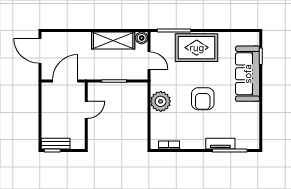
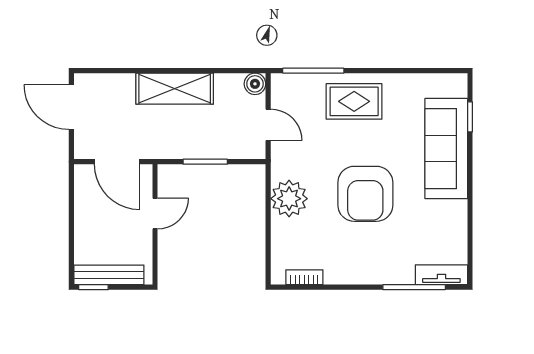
shelving: (113, 41) -> (175, 89), moved
rug: (197, 48) -> (354, 101), width x0.73, depth x0.70
door: (65, 81) -> (117, 162), swing flipped
armchair: (203, 99) -> (365, 194), width x1.36, depth x1.36
bench: (56, 144) -> (109, 275), width x1.36
tv unit: (220, 144) -> (441, 275), moved

